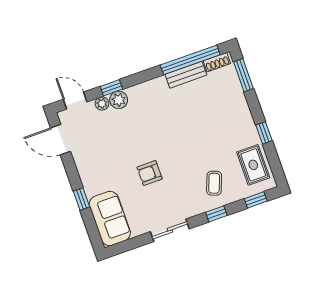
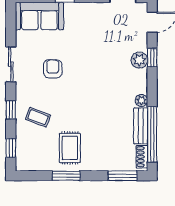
plant: (102, 104) -> (141, 100), moved
window: (264, 133) -> (66, 176), width x1.50
rug: (253, 165) -> (70, 148), moved, turned 90
armchair: (150, 173) -> (53, 69), moved

